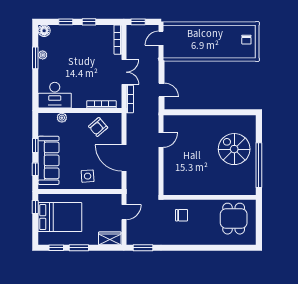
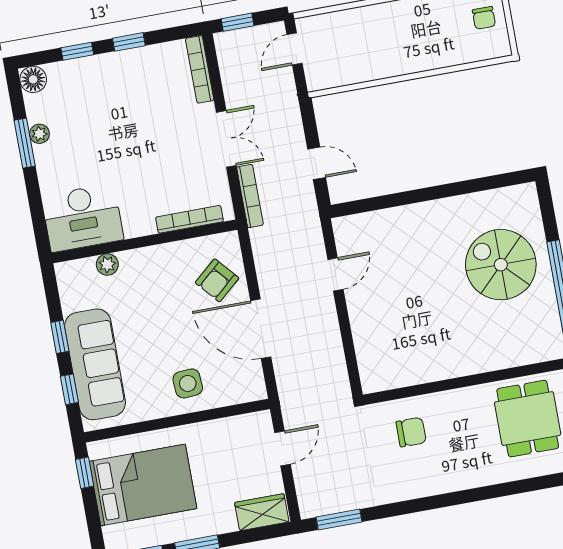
armchair: (98, 127) -> (217, 280), moved

